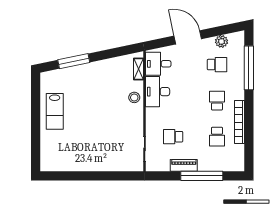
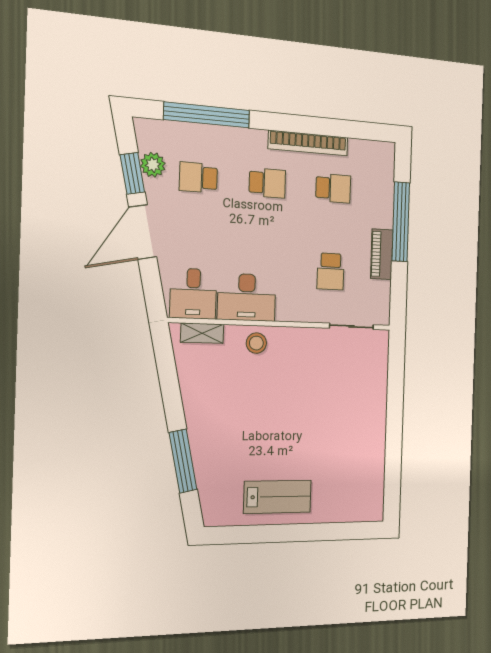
window: (216, 31) -> (132, 173), added
school desk: (217, 65) -> (198, 177), turned -90
school desk: (217, 101) -> (267, 183), turned 180

